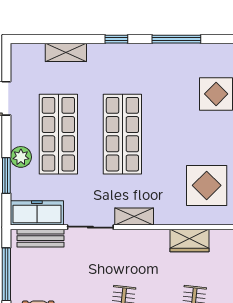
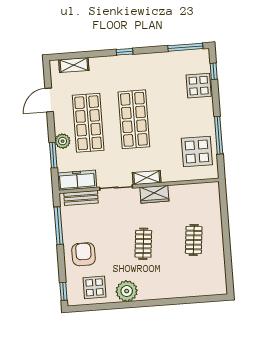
window: (176, 39) -> (185, 47), moved
shelving: (66, 52) -> (74, 65), moved
wardrobe: (189, 240) -> (154, 194), moved

